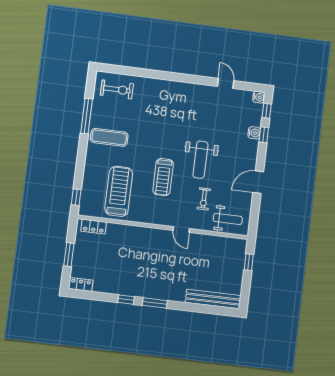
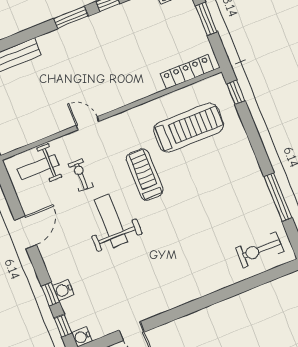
exercise mat: (109, 137) -> (236, 187), removed
treadmill: (119, 191) -> (189, 128), turned -90
locker: (94, 227) -> (187, 72), width x1.53

